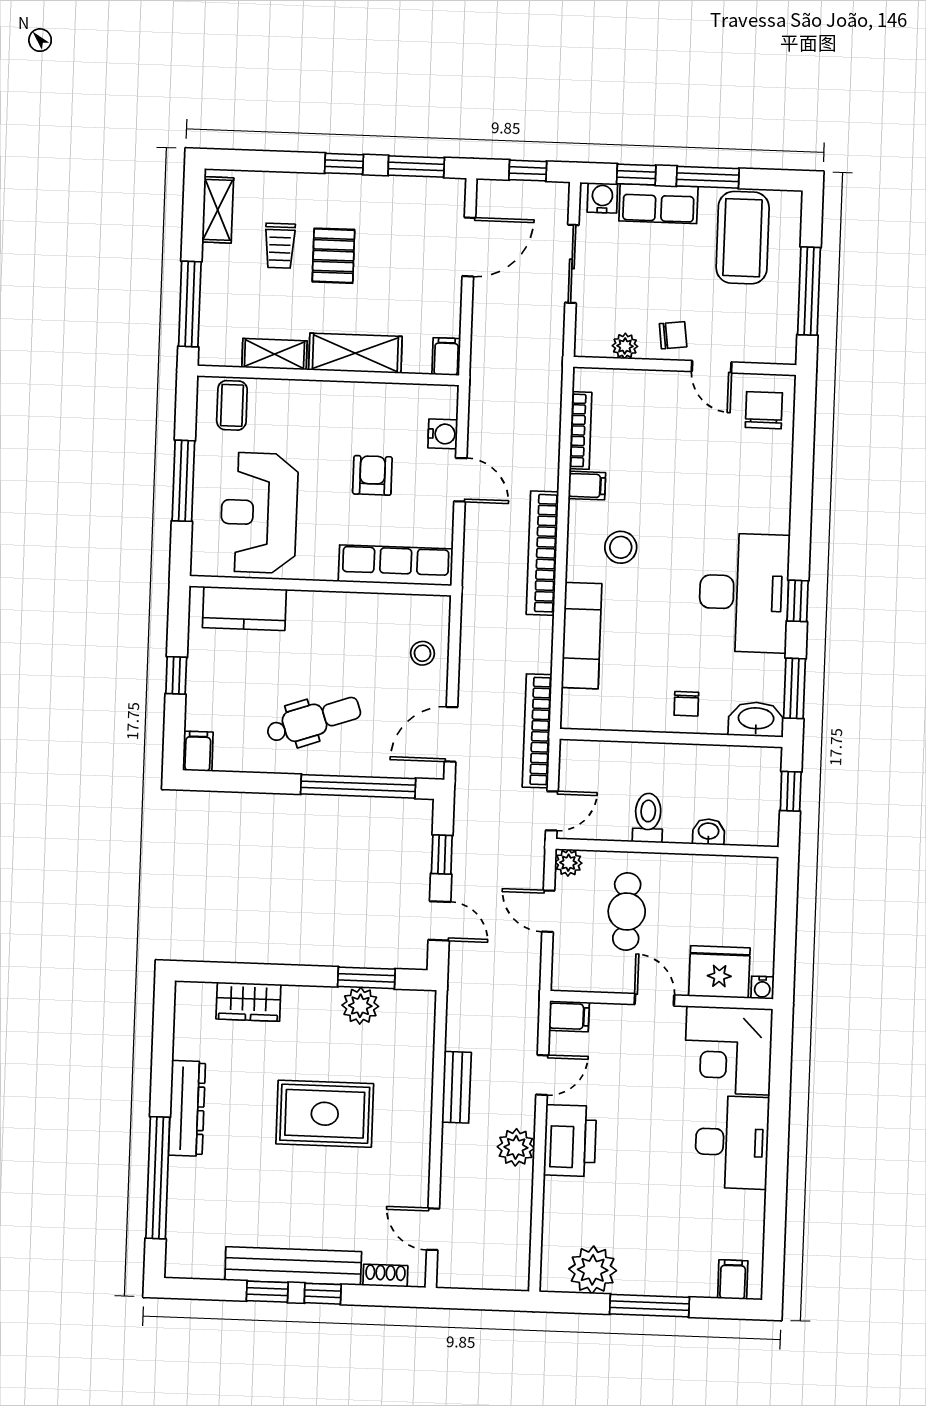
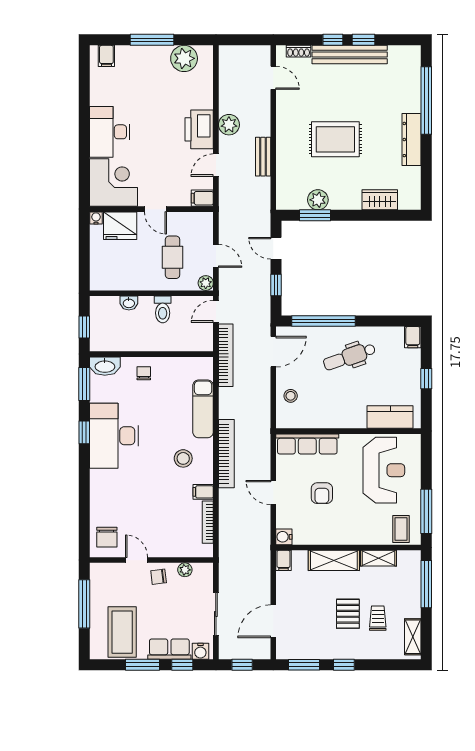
water cooler: (443, 434) -> (284, 537), moved
window: (183, 481) -> (426, 511), moved

